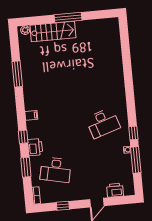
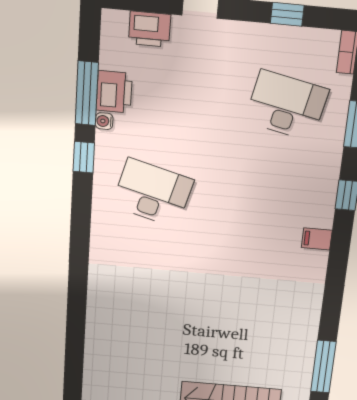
window: (17, 74) -> (323, 367), moved
desk: (103, 123) -> (153, 193), turned 33
printer: (35, 147) -> (114, 92), moved, turned 180

